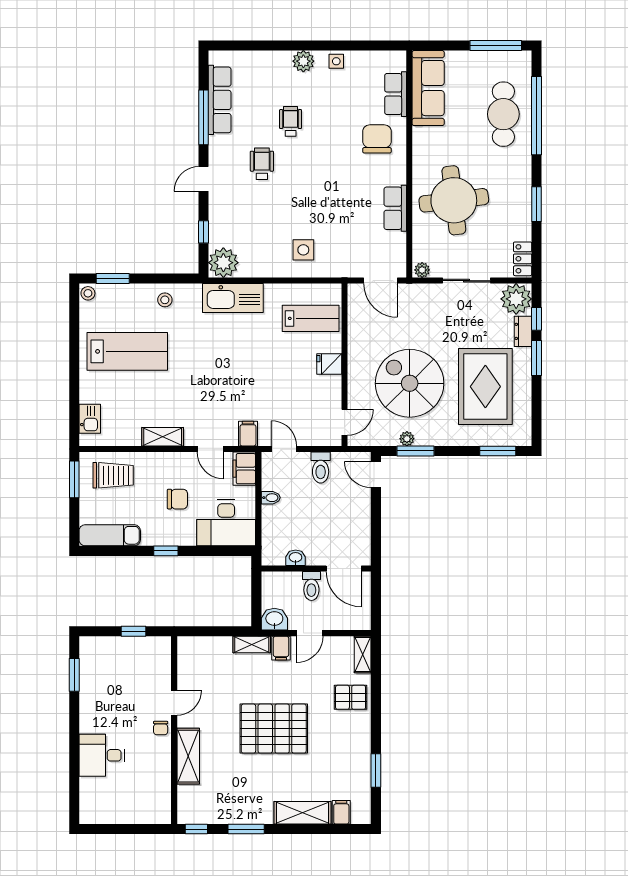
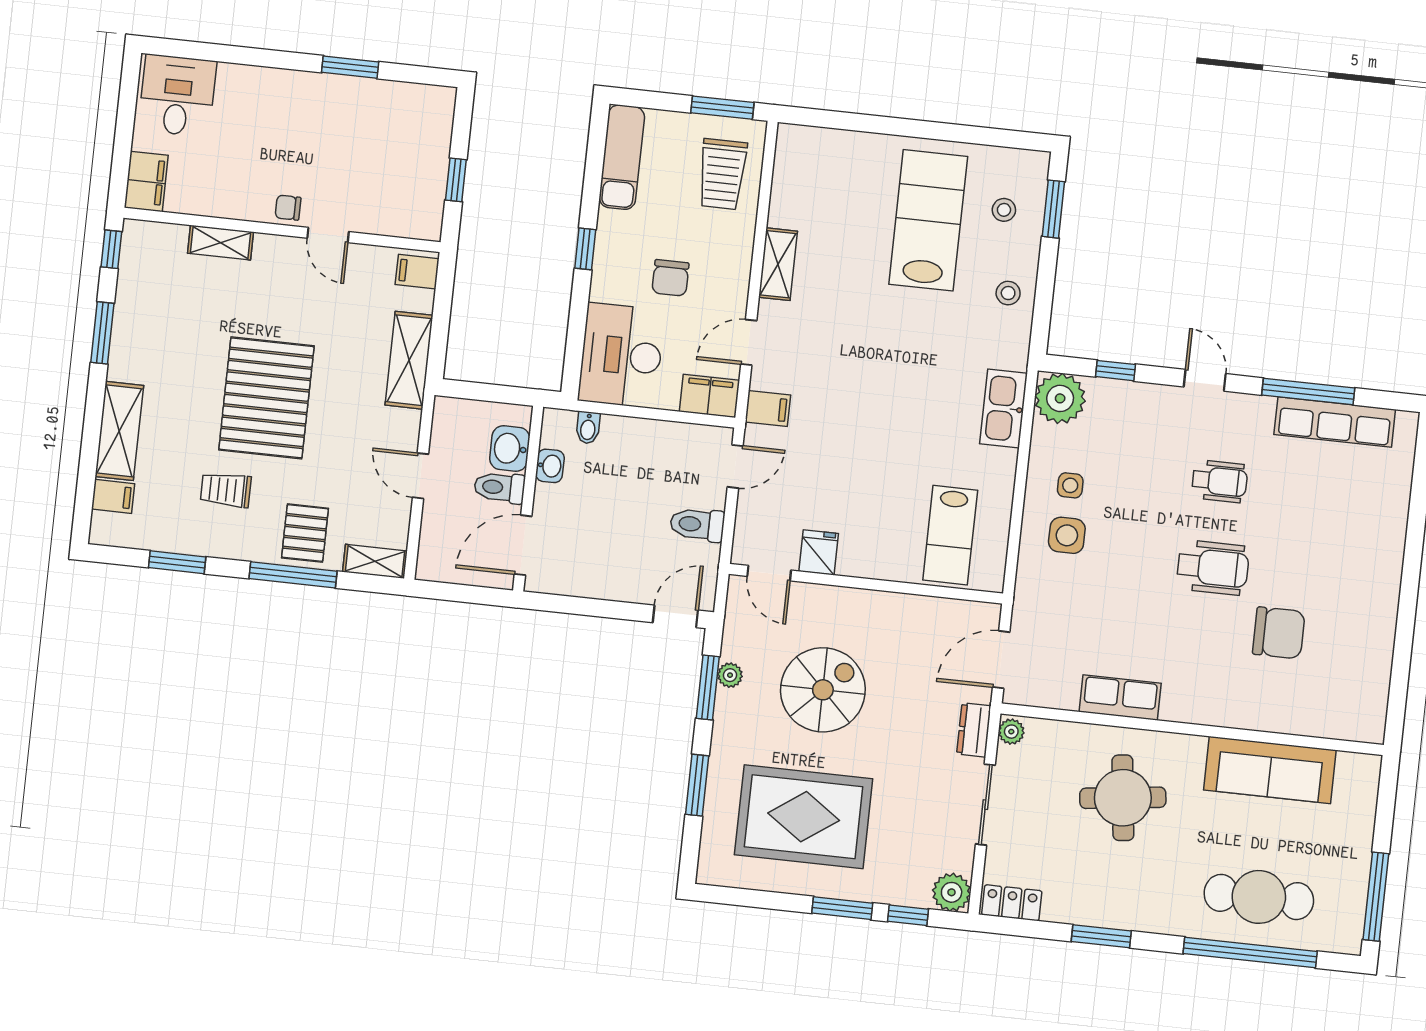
plant: (303, 61) -> (1385, 570), removed
side table: (336, 61) -> (1070, 485), moved
sofa: (428, 88) -> (1270, 770), moved
row of seats: (396, 94) -> (1312, 719), removed
wheelchair: (291, 121) -> (1213, 568), moved, width x1.36, depth x1.37
chair: (377, 139) -> (1279, 633), moved
round table: (454, 200) -> (1123, 798), width x0.73, depth x0.73
stool: (88, 293) -> (1004, 210), moved
kitchen sink: (233, 298) -> (1003, 408), width x0.73, depth x0.81
plant: (516, 299) -> (952, 892), width x0.73, depth x0.73
dresser: (523, 331) -> (974, 730), moved, turned -90
lab bench: (127, 351) -> (928, 220), turned 180
fridge: (329, 364) -> (819, 552), moved
spiral stairs: (410, 383) -> (823, 690), width x0.73, depth x0.73
kitchen sink: (90, 419) -> (822, 145), removed
window: (498, 451) -> (697, 785), moved
bidet: (271, 498) -> (588, 428), moved
washbasin: (274, 619) -> (510, 449), moved, turned 180
shelving: (252, 644) -> (409, 360), width x1.50, depth x1.33
filing cabinet: (281, 648) -> (417, 272), moved
window: (74, 675) -> (350, 67), moved
window: (376, 702) -> (293, 575), added
trolley: (330, 747) -> (226, 490), added
desk: (102, 755) -> (177, 95), moved
shelving: (188, 756) -> (221, 243), width x0.67, depth x0.75
filing cabinet: (154, 813) -> (146, 182), added

